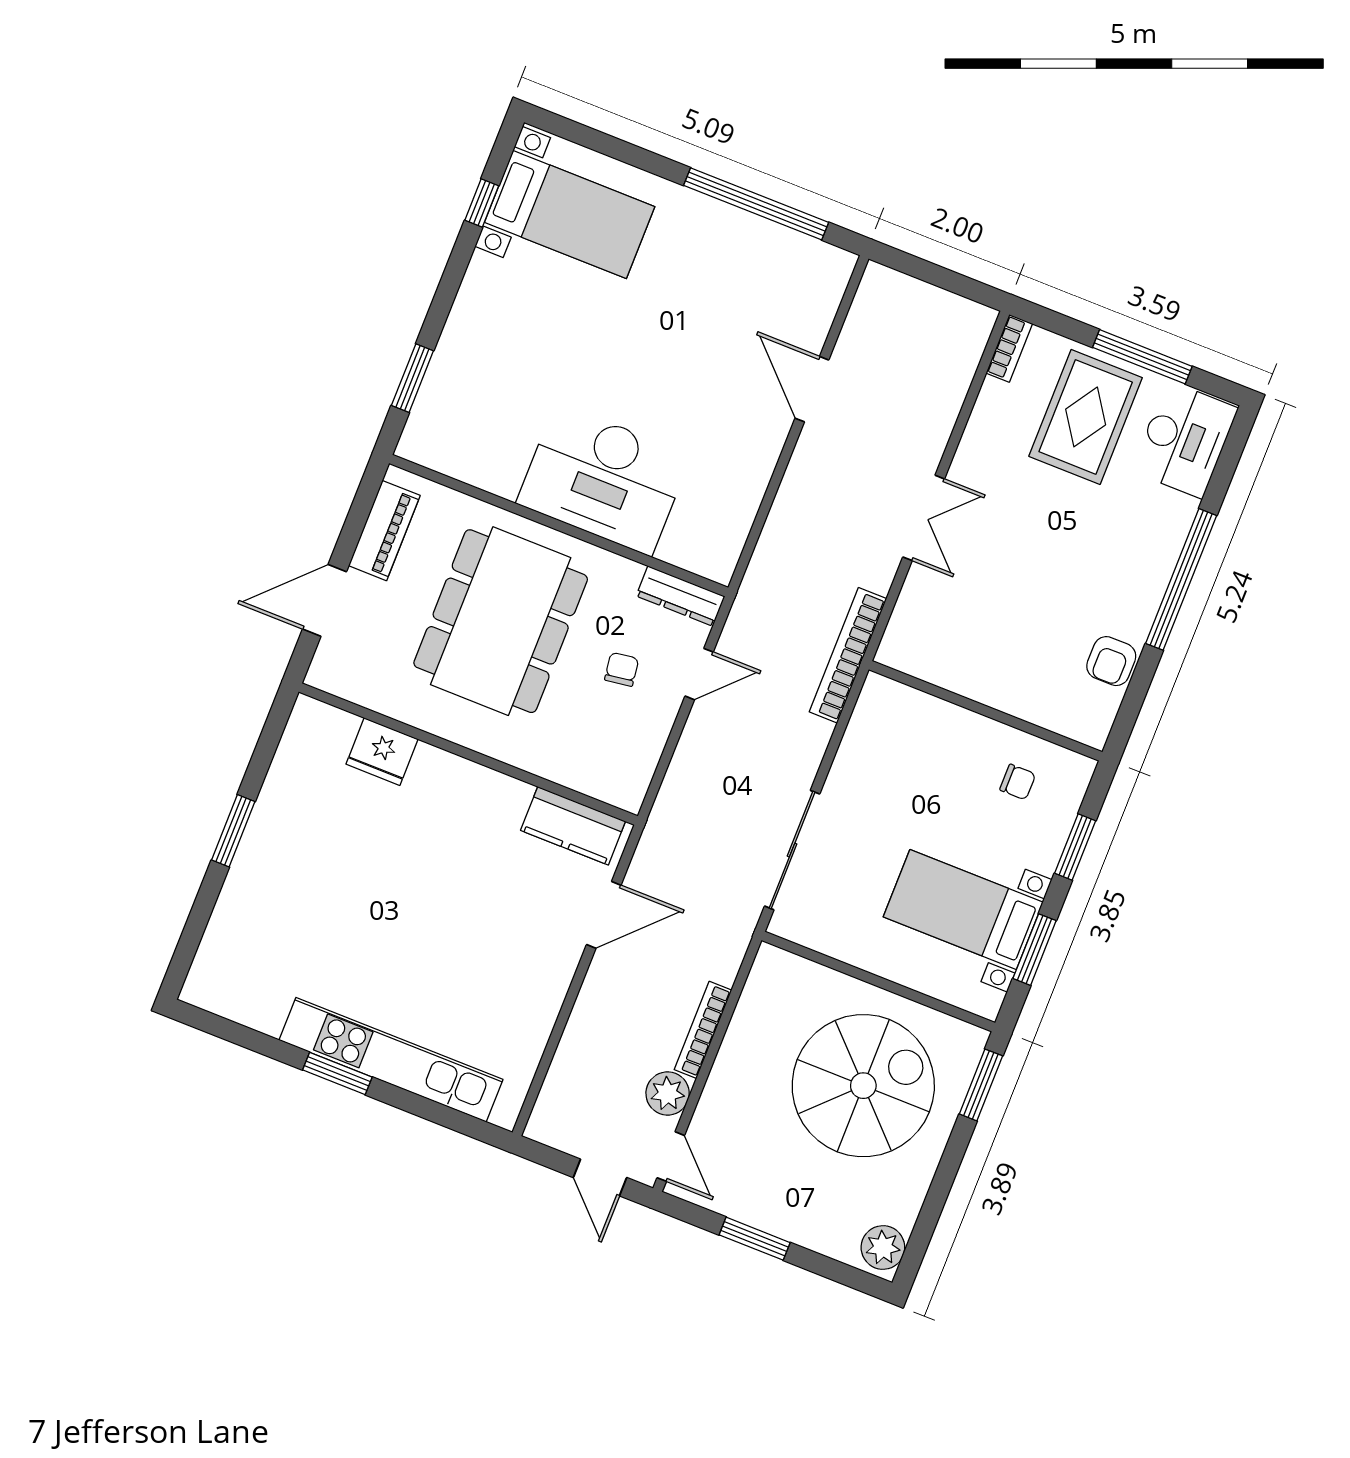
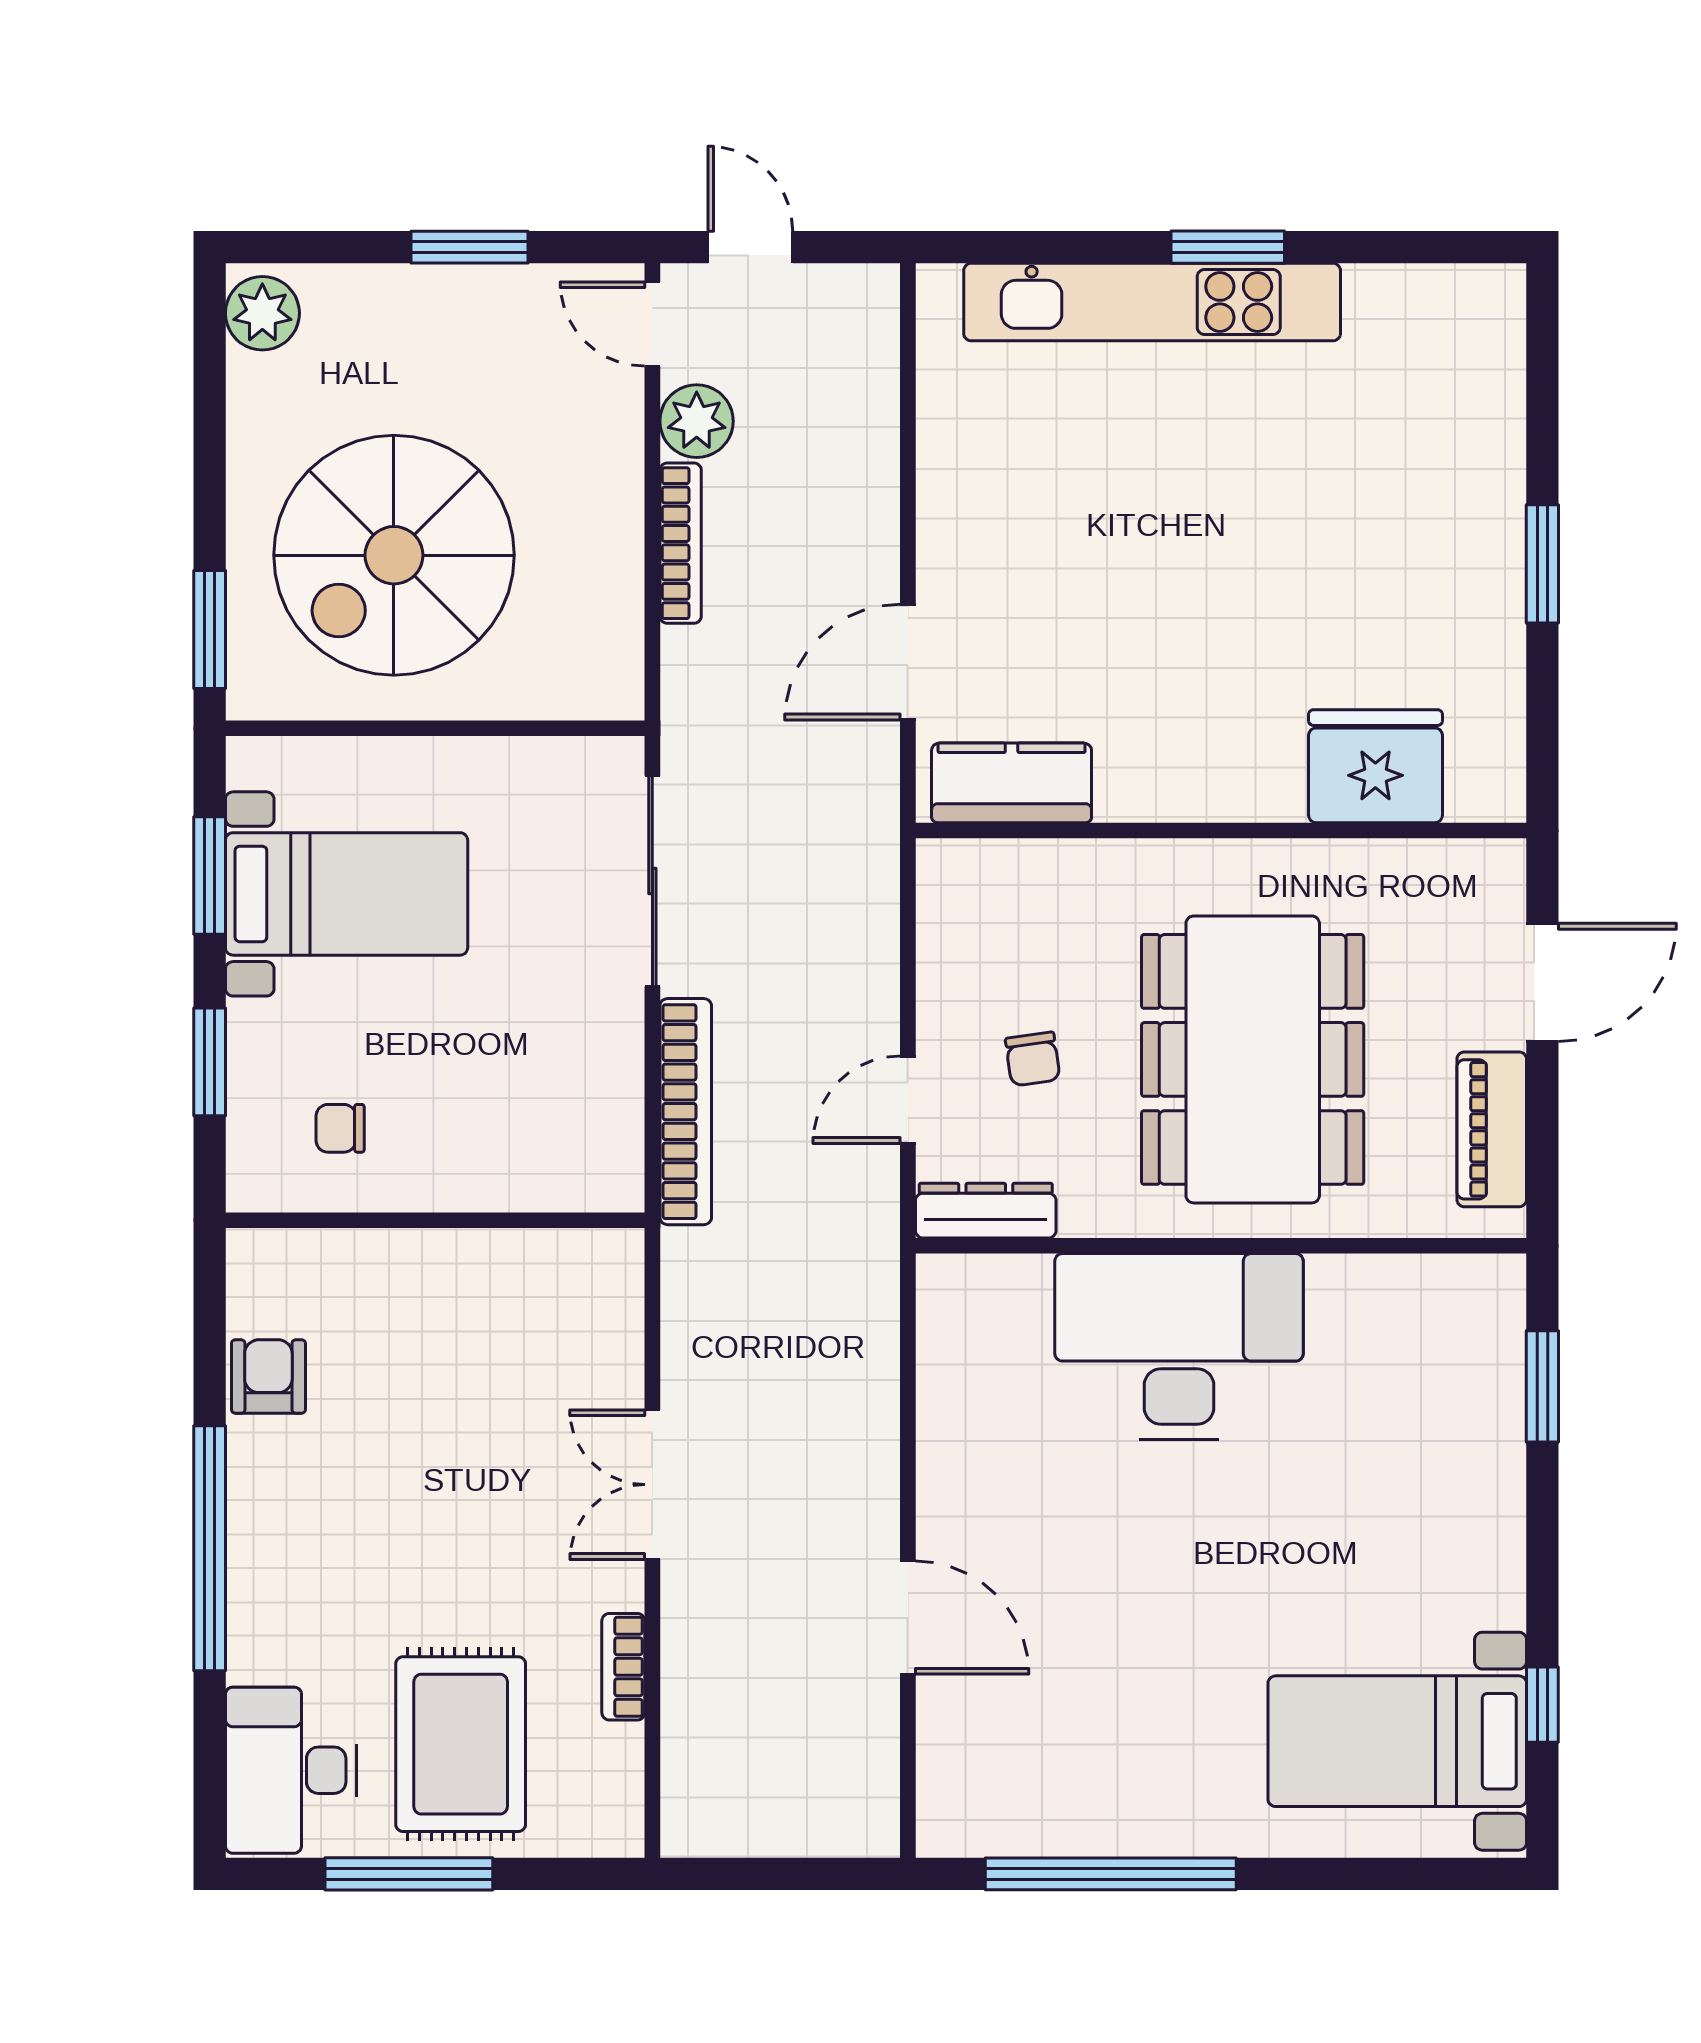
bookcase: (1009, 348) -> (623, 1667), moved
bookcase: (848, 655) -> (686, 1112), moved
fridge: (382, 752) -> (1375, 766), width x1.36, depth x1.34

